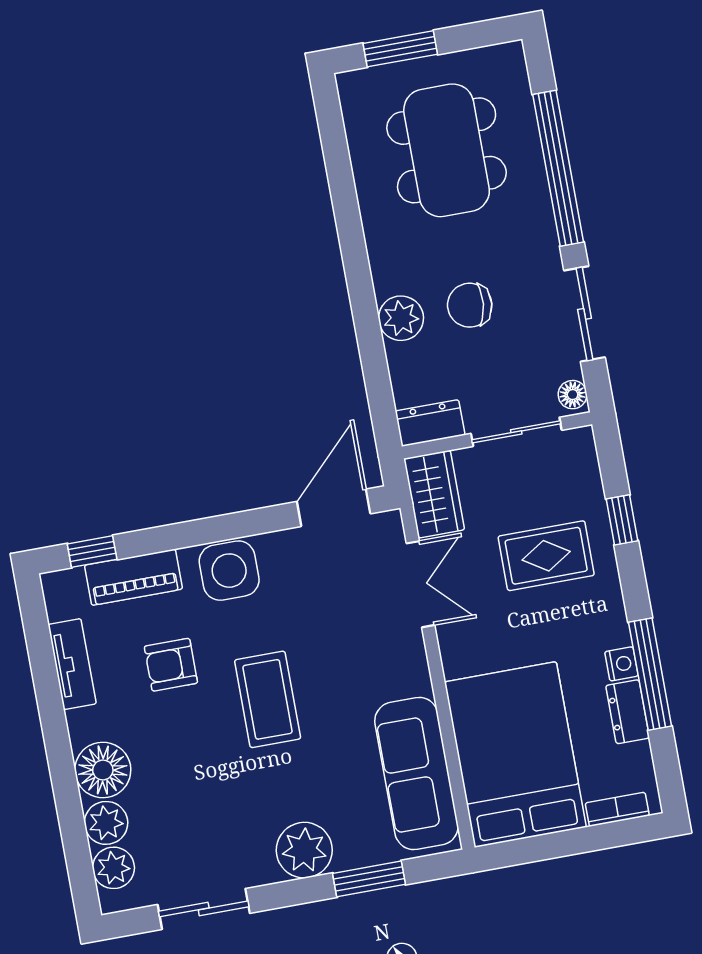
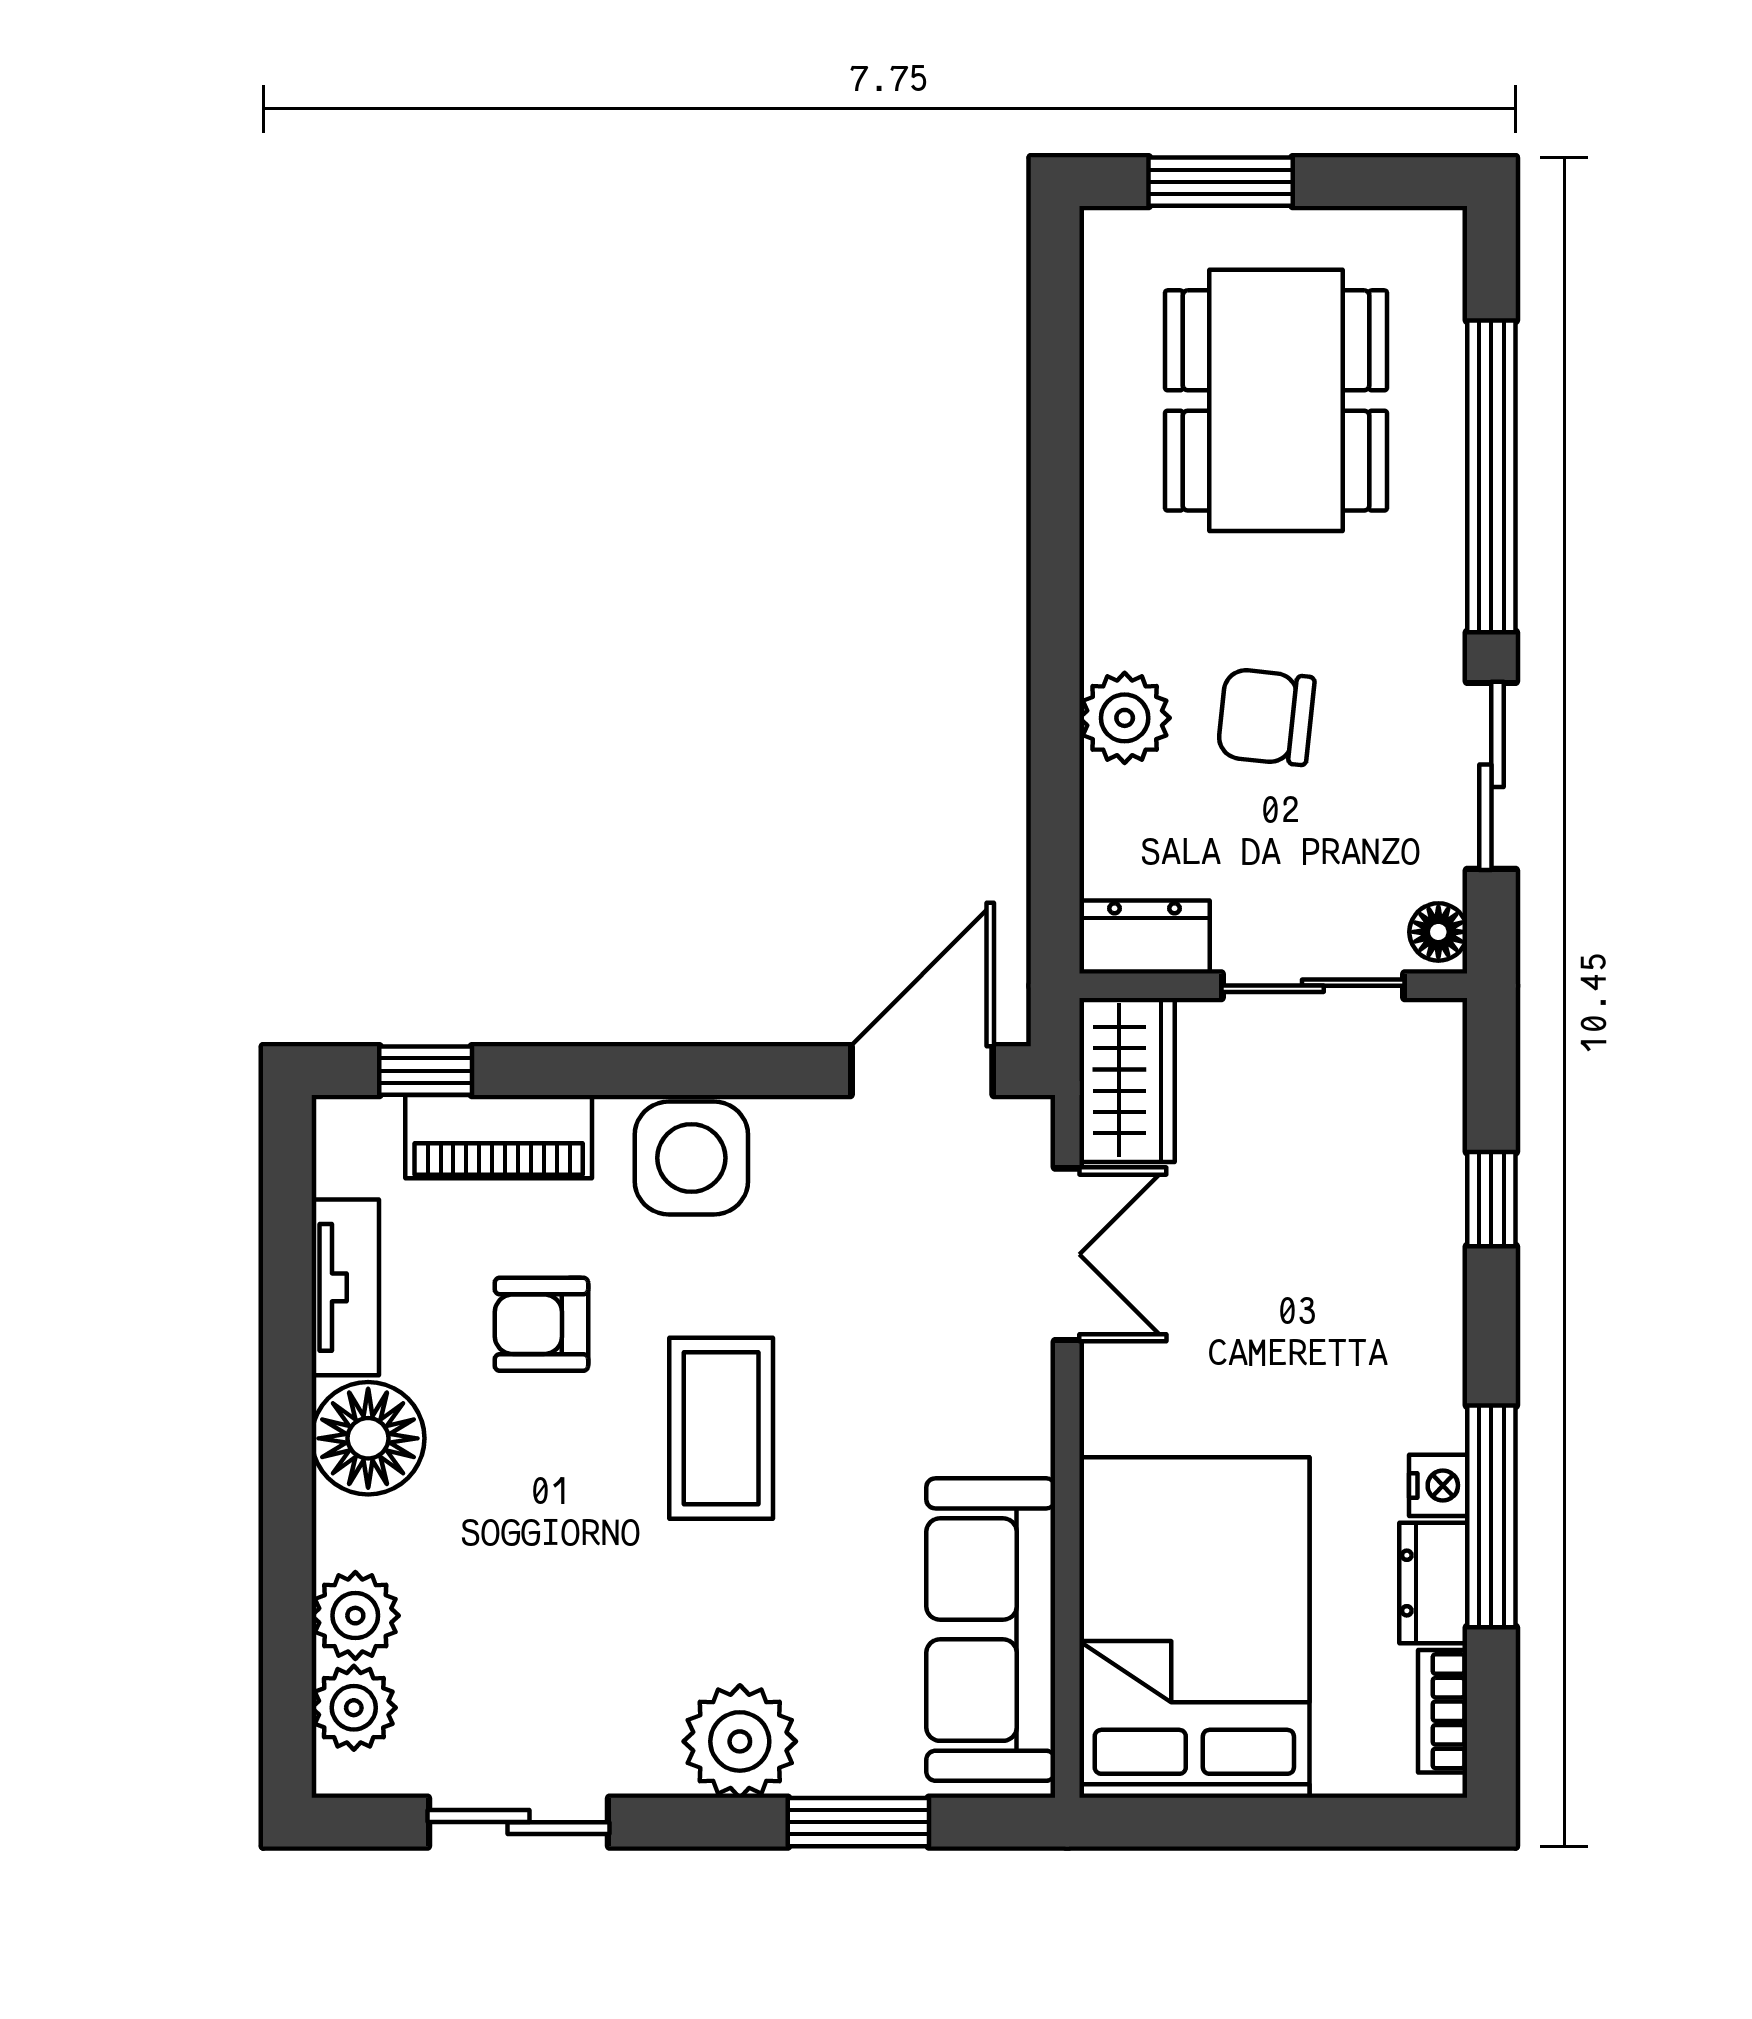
rug: (546, 556) -> (1328, 1243), removed
floor lamp: (103, 770) -> (368, 1438), moved
bookcase: (617, 809) -> (1443, 1711), moved, turned -90

